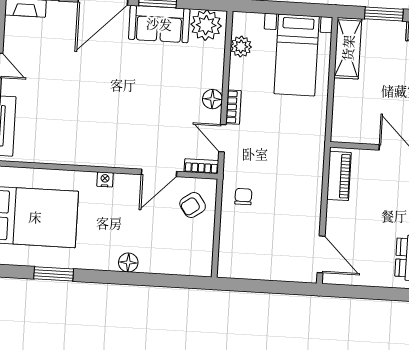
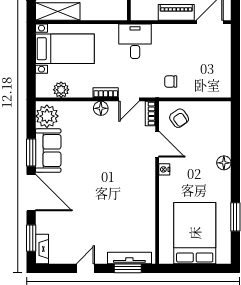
desk: (301, 151) -> (135, 41), added
piano: (339, 176) -> (176, 12), moved
nightstand: (105, 179) -> (164, 169), moved

